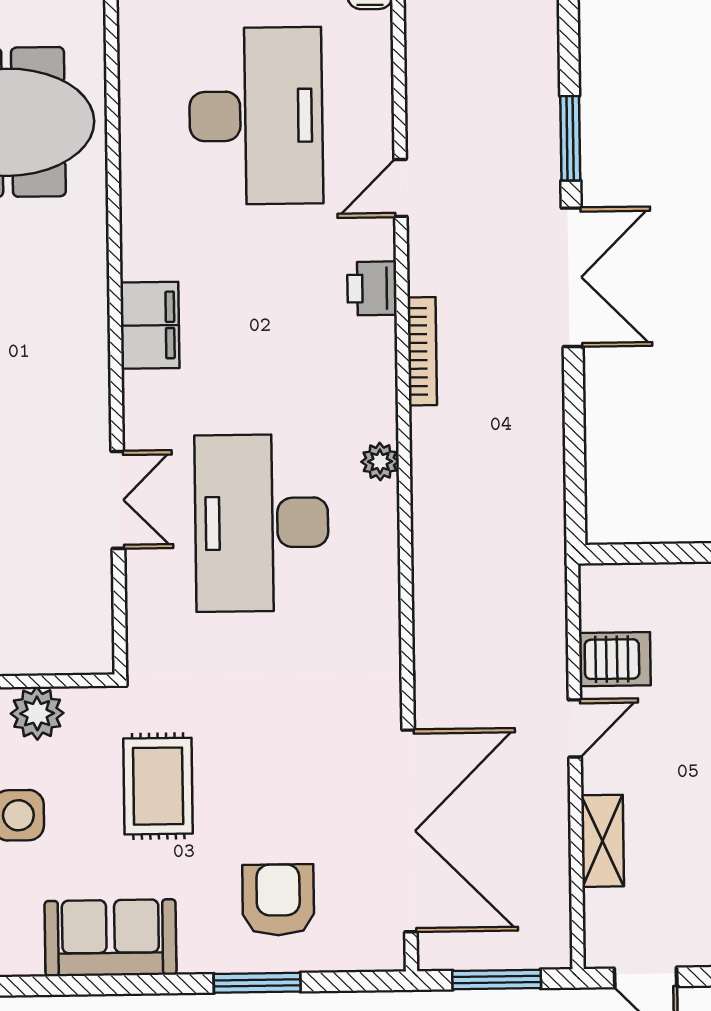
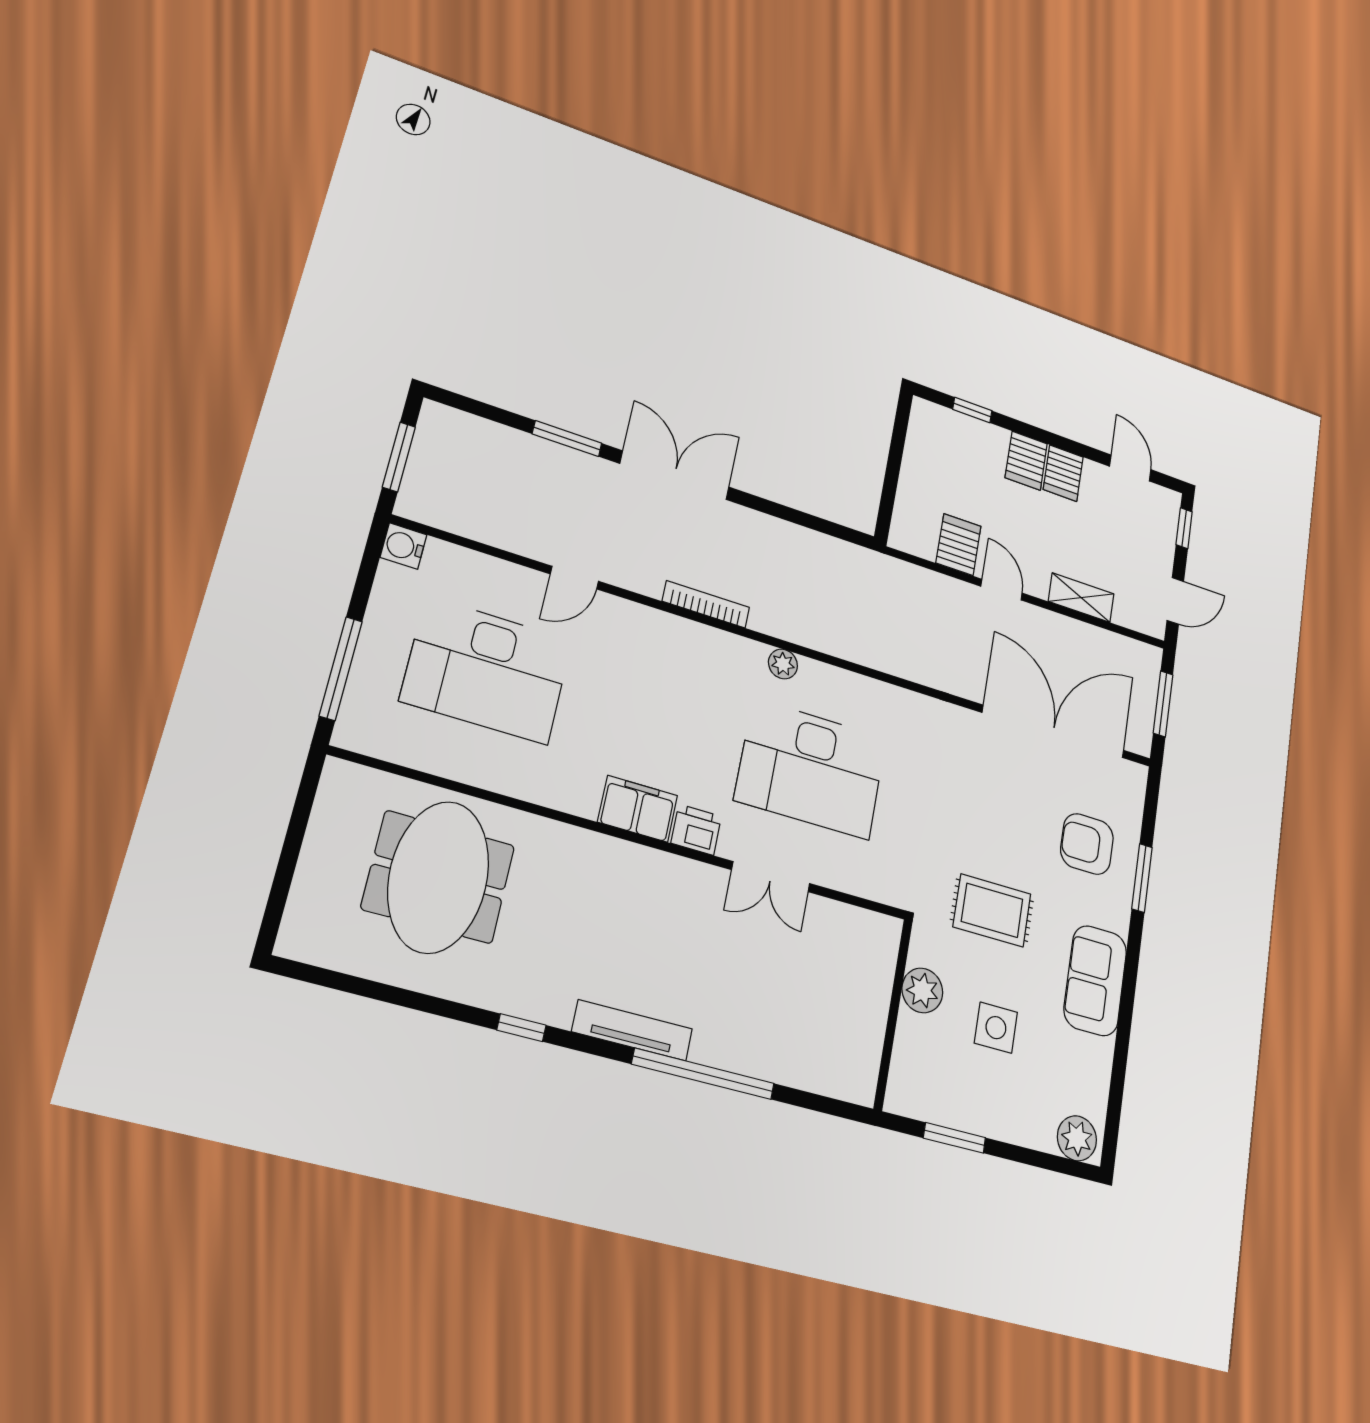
desk: (256, 116) -> (487, 670), turned 180
door: (401, 188) -> (574, 578), hinge flipped
printer: (372, 288) -> (696, 830), moved, turned 180
double door: (118, 500) -> (771, 877), swing flipped

